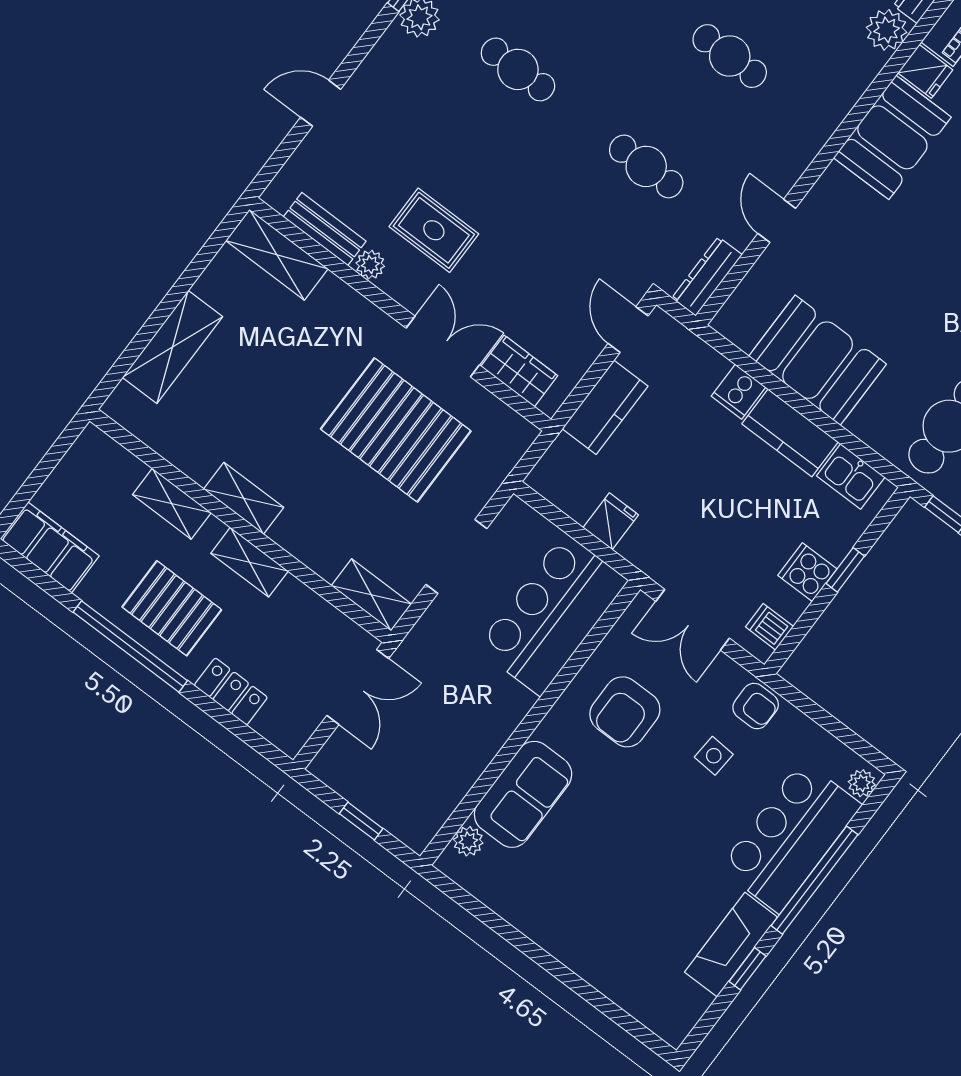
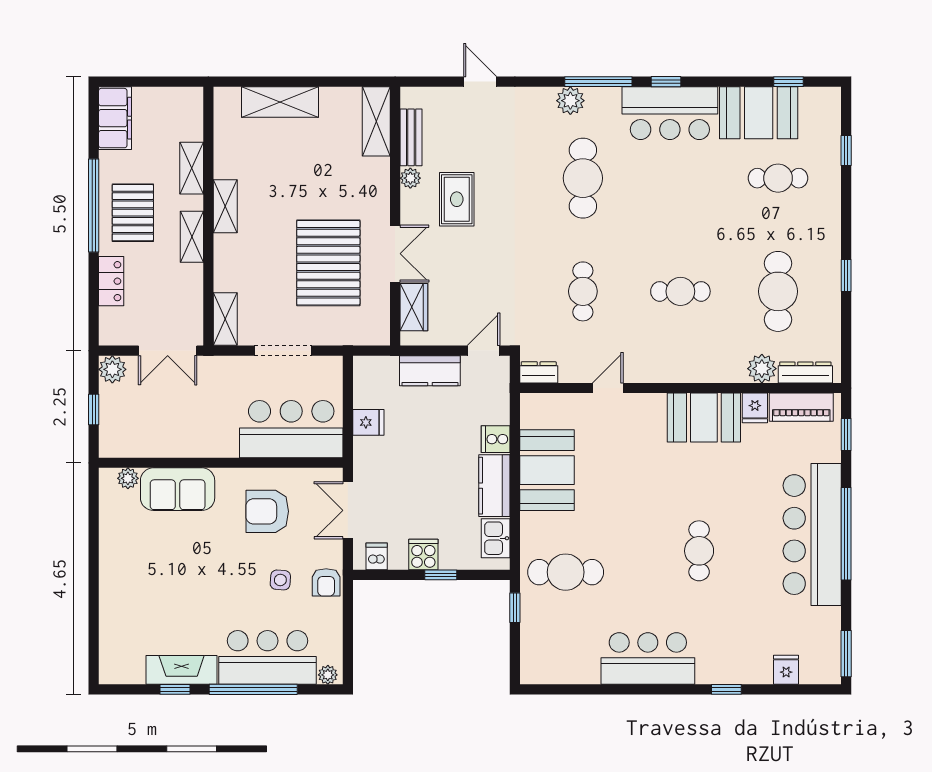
cafe table: (730, 56) -> (680, 291), turned 90
cafe table: (518, 69) -> (583, 178), width x1.37, depth x1.35
dresser: (707, 276) -> (539, 372), width x0.70
plant: (332, 765) -> (112, 369), added

